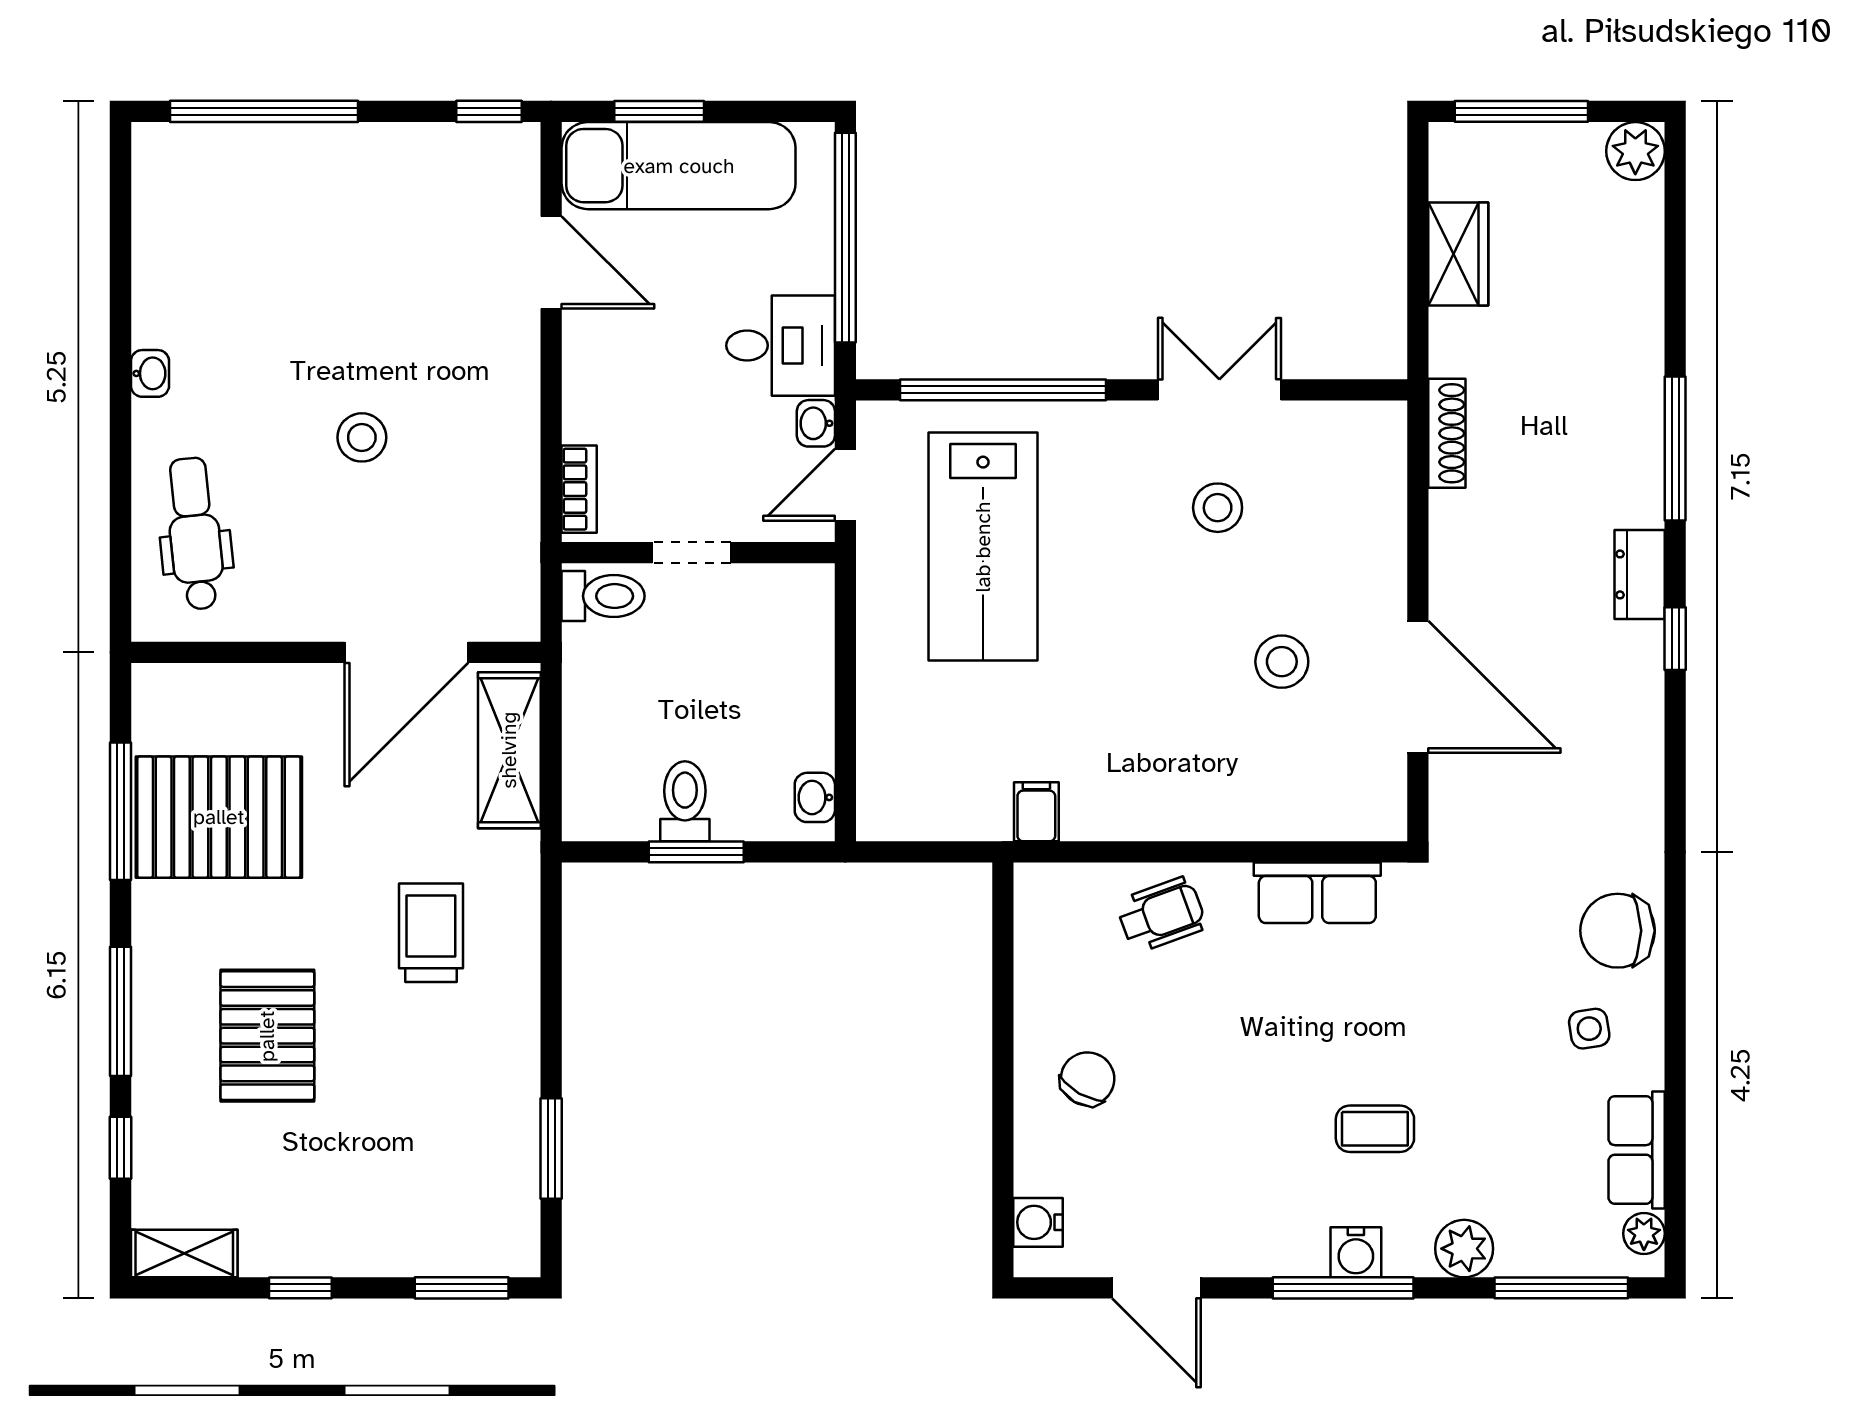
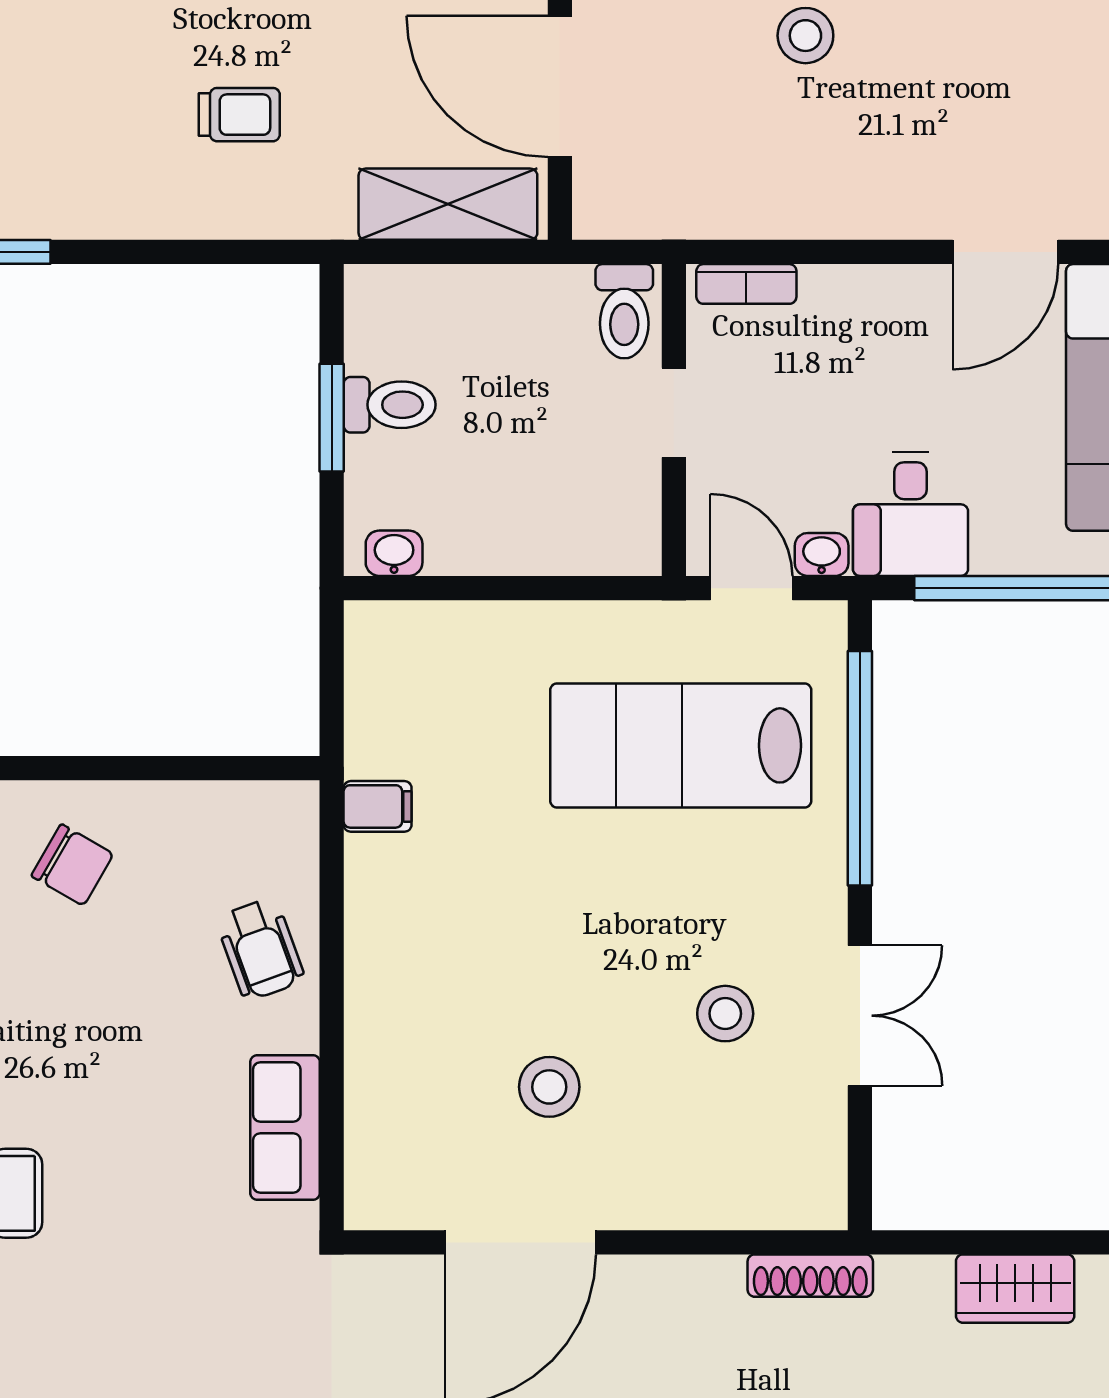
trolley: (431, 933) -> (239, 115), width x0.73, depth x0.72

